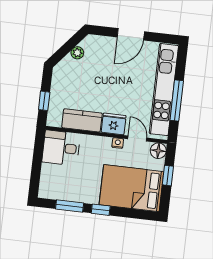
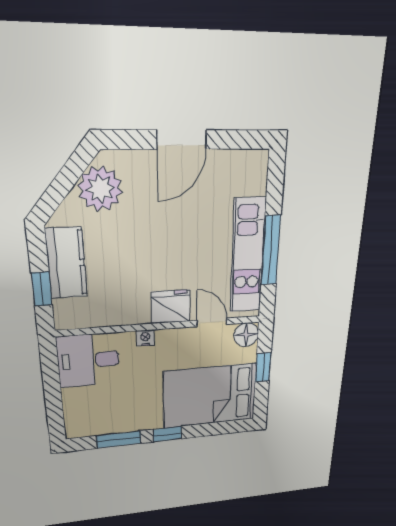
plant: (77, 53) -> (100, 189), width x1.88, depth x1.88
kitchen unit: (164, 90) -> (248, 256), width x0.73
kitchen counter: (82, 120) -> (66, 263), moved, turned 90
nightstand: (118, 143) -> (145, 338), moved

